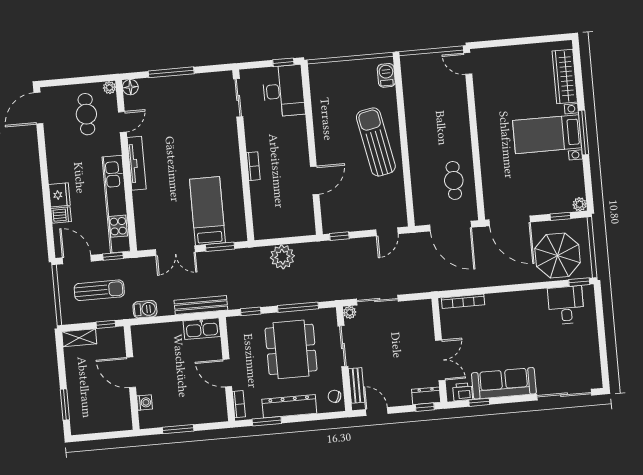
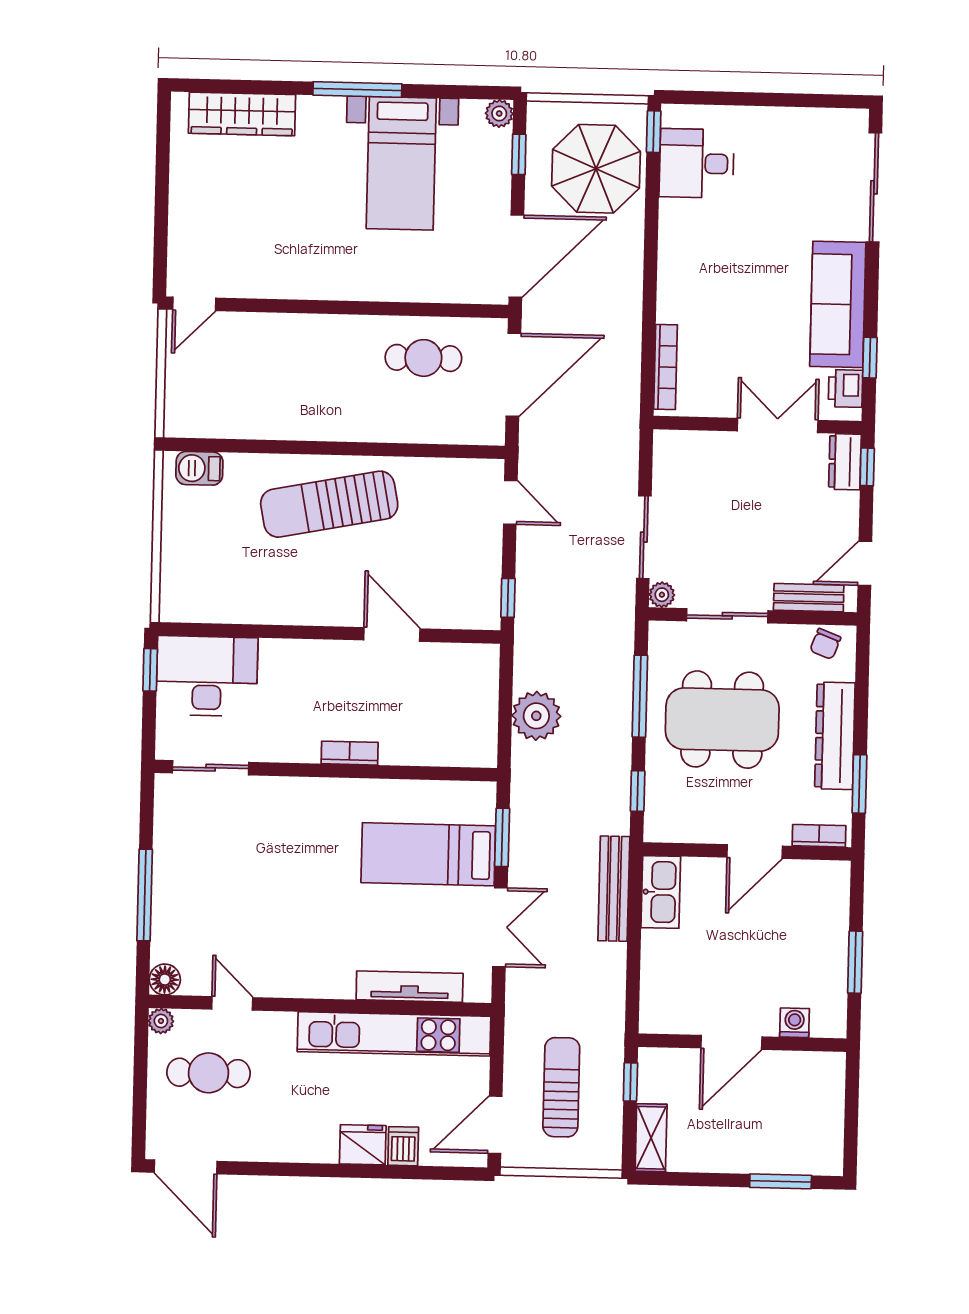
bed with nightstands: (547, 134) -> (401, 163), moved
tv unit: (137, 163) -> (410, 987), moved
window: (113, 256) -> (497, 1052), removed
barbecue: (145, 309) -> (609, 1001), removed

